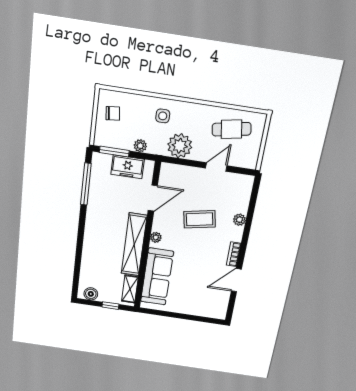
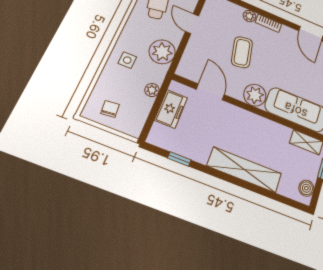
window: (114, 151) -> (151, 118), removed
window: (86, 184) -> (179, 159), width x0.46
plant: (156, 237) -> (255, 95), width x1.87, depth x1.87
shelving: (134, 245) -> (244, 170), moved
bookcase: (234, 254) -> (268, 23), moved

